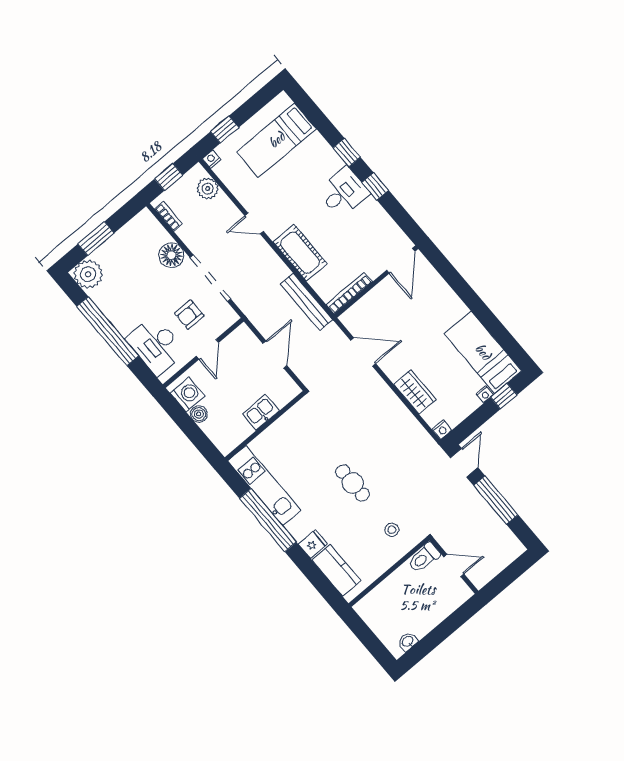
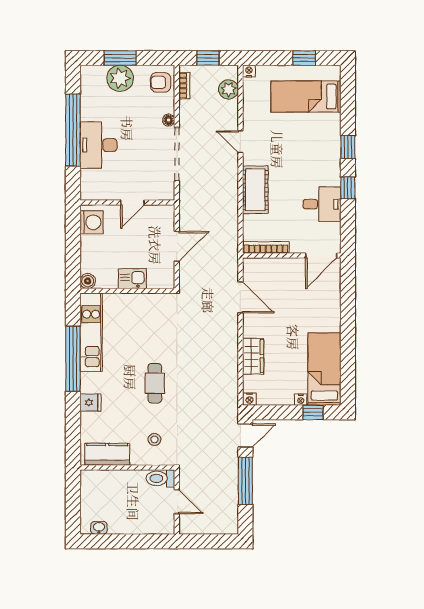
window: (225, 129) -> (304, 58), moved
desk: (344, 192) -> (322, 204), moved
floor lamp: (171, 255) -> (169, 120), width x0.53, depth x0.53
plant: (88, 274) -> (120, 78), moved
bench: (306, 302) -> (230, 228), removed
armchair: (189, 315) -> (161, 82), moved
desk: (156, 345) -> (98, 145), moved
boiler: (199, 414) -> (88, 281), moved
kitchen counter: (336, 570) -> (107, 454), moved, turned -90

